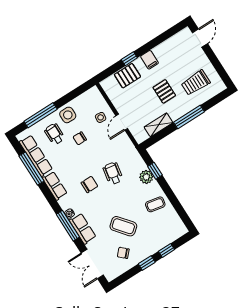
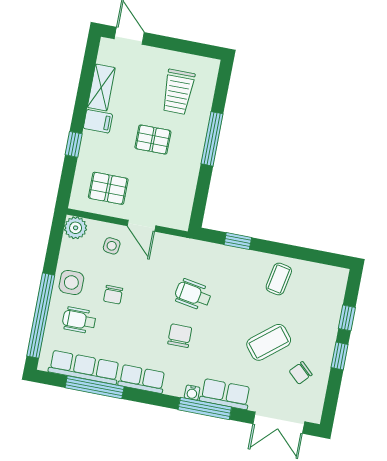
pallet: (127, 76) -> (108, 188), moved, turned 90
window: (41, 115) -> (41, 316), width x1.46
shelving: (158, 125) -> (101, 87), moved
plant: (146, 177) -> (76, 228), moved

